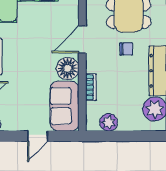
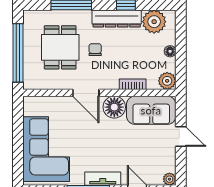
plant: (109, 122) -> (167, 81), moved
floor lamp: (125, 125) -> (170, 51), added

